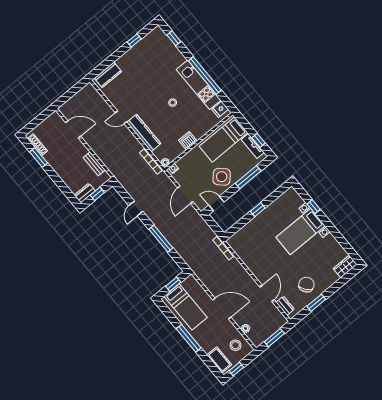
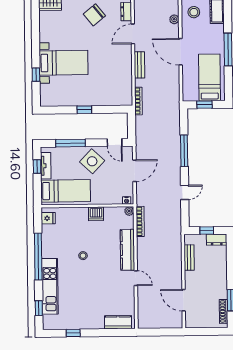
kitchen unit: (199, 85) -> (50, 286), moved
bench: (244, 275) -> (139, 65), added

